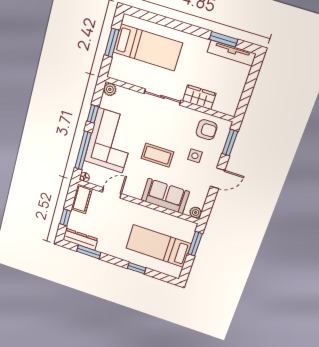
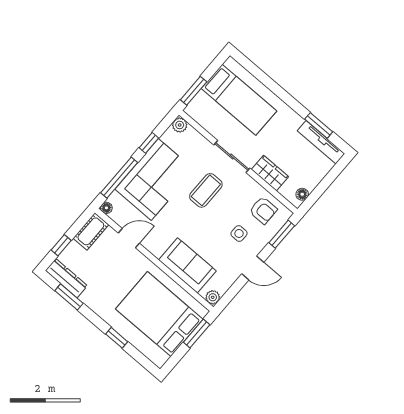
window: (112, 43) -> (194, 91), moved
floor lamp: (233, 103) -> (302, 194), added
coffee table: (157, 155) -> (206, 190), moved, turned 90
bed: (158, 246) -> (159, 314), width x1.50

